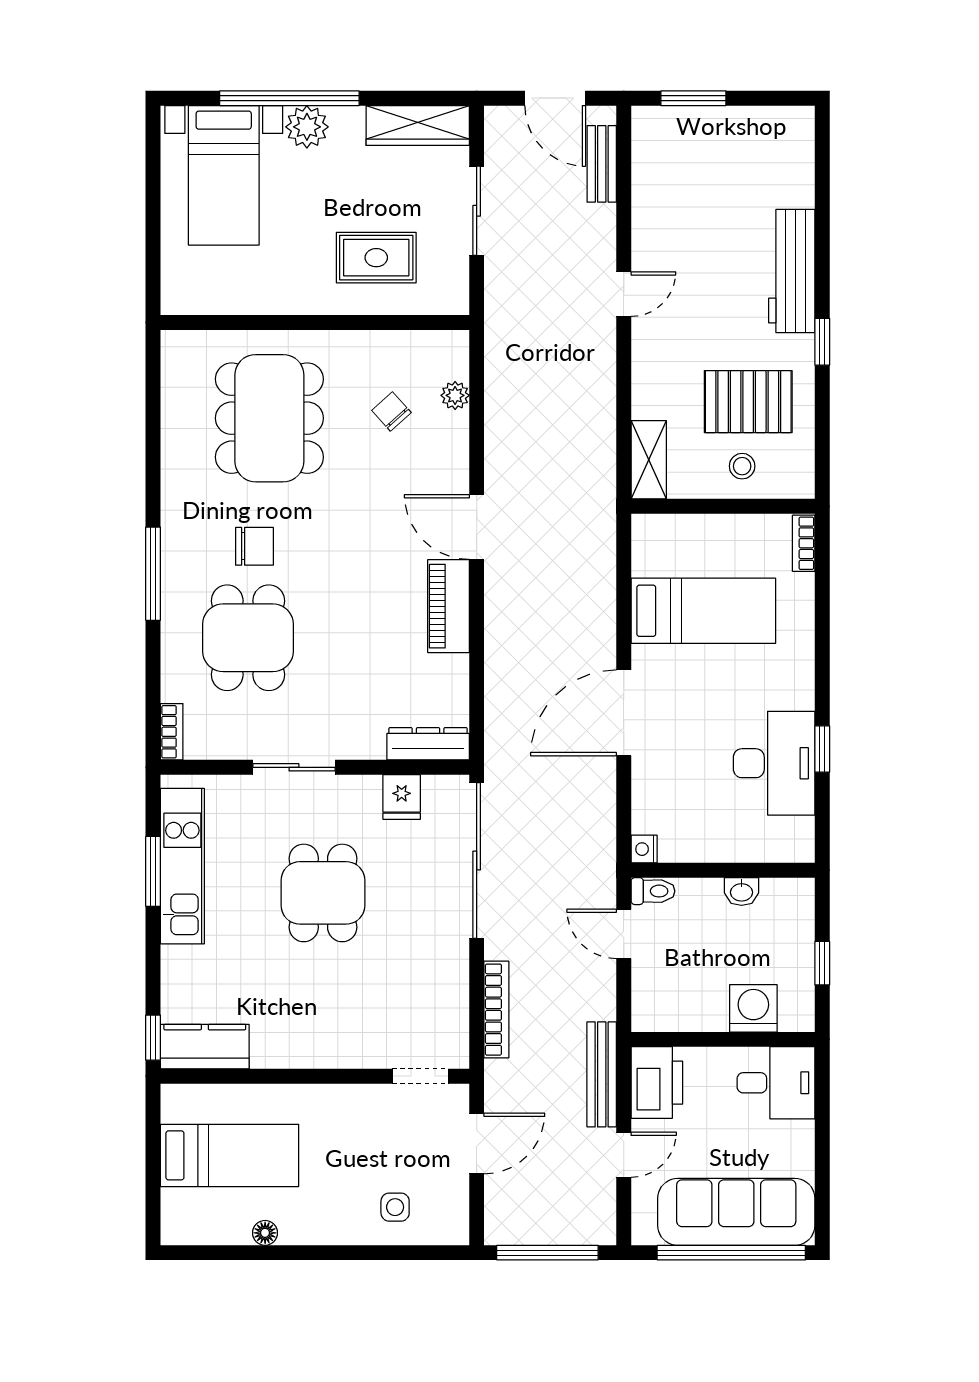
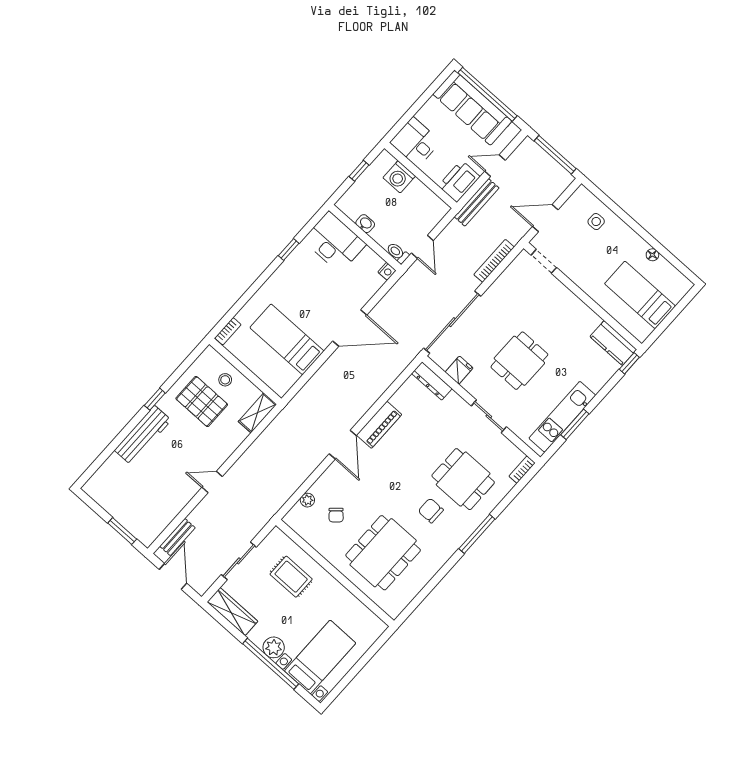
dining table: (248, 638) -> (463, 479), turned 90
desk: (774, 763) -> (334, 242), moved, turned 90

